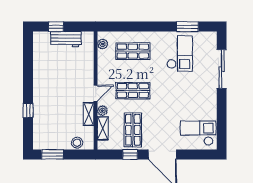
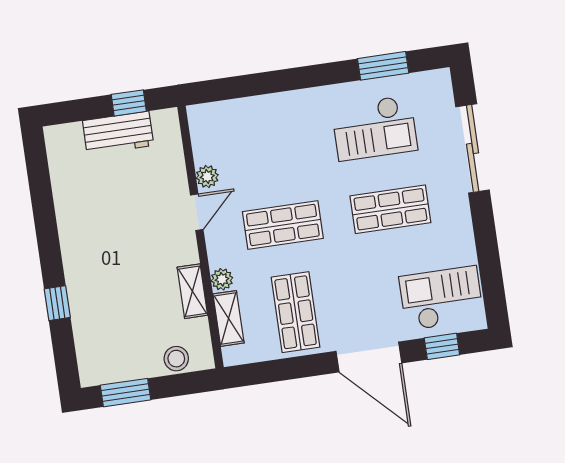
window: (56, 27) -> (129, 103), moved
plant: (103, 44) -> (207, 177), moved
shop shelf: (133, 51) -> (390, 209), moved
checkout: (180, 54) -> (374, 128), turned 90
door: (96, 93) -> (197, 212), moved
window: (130, 154) -> (442, 346), moved

